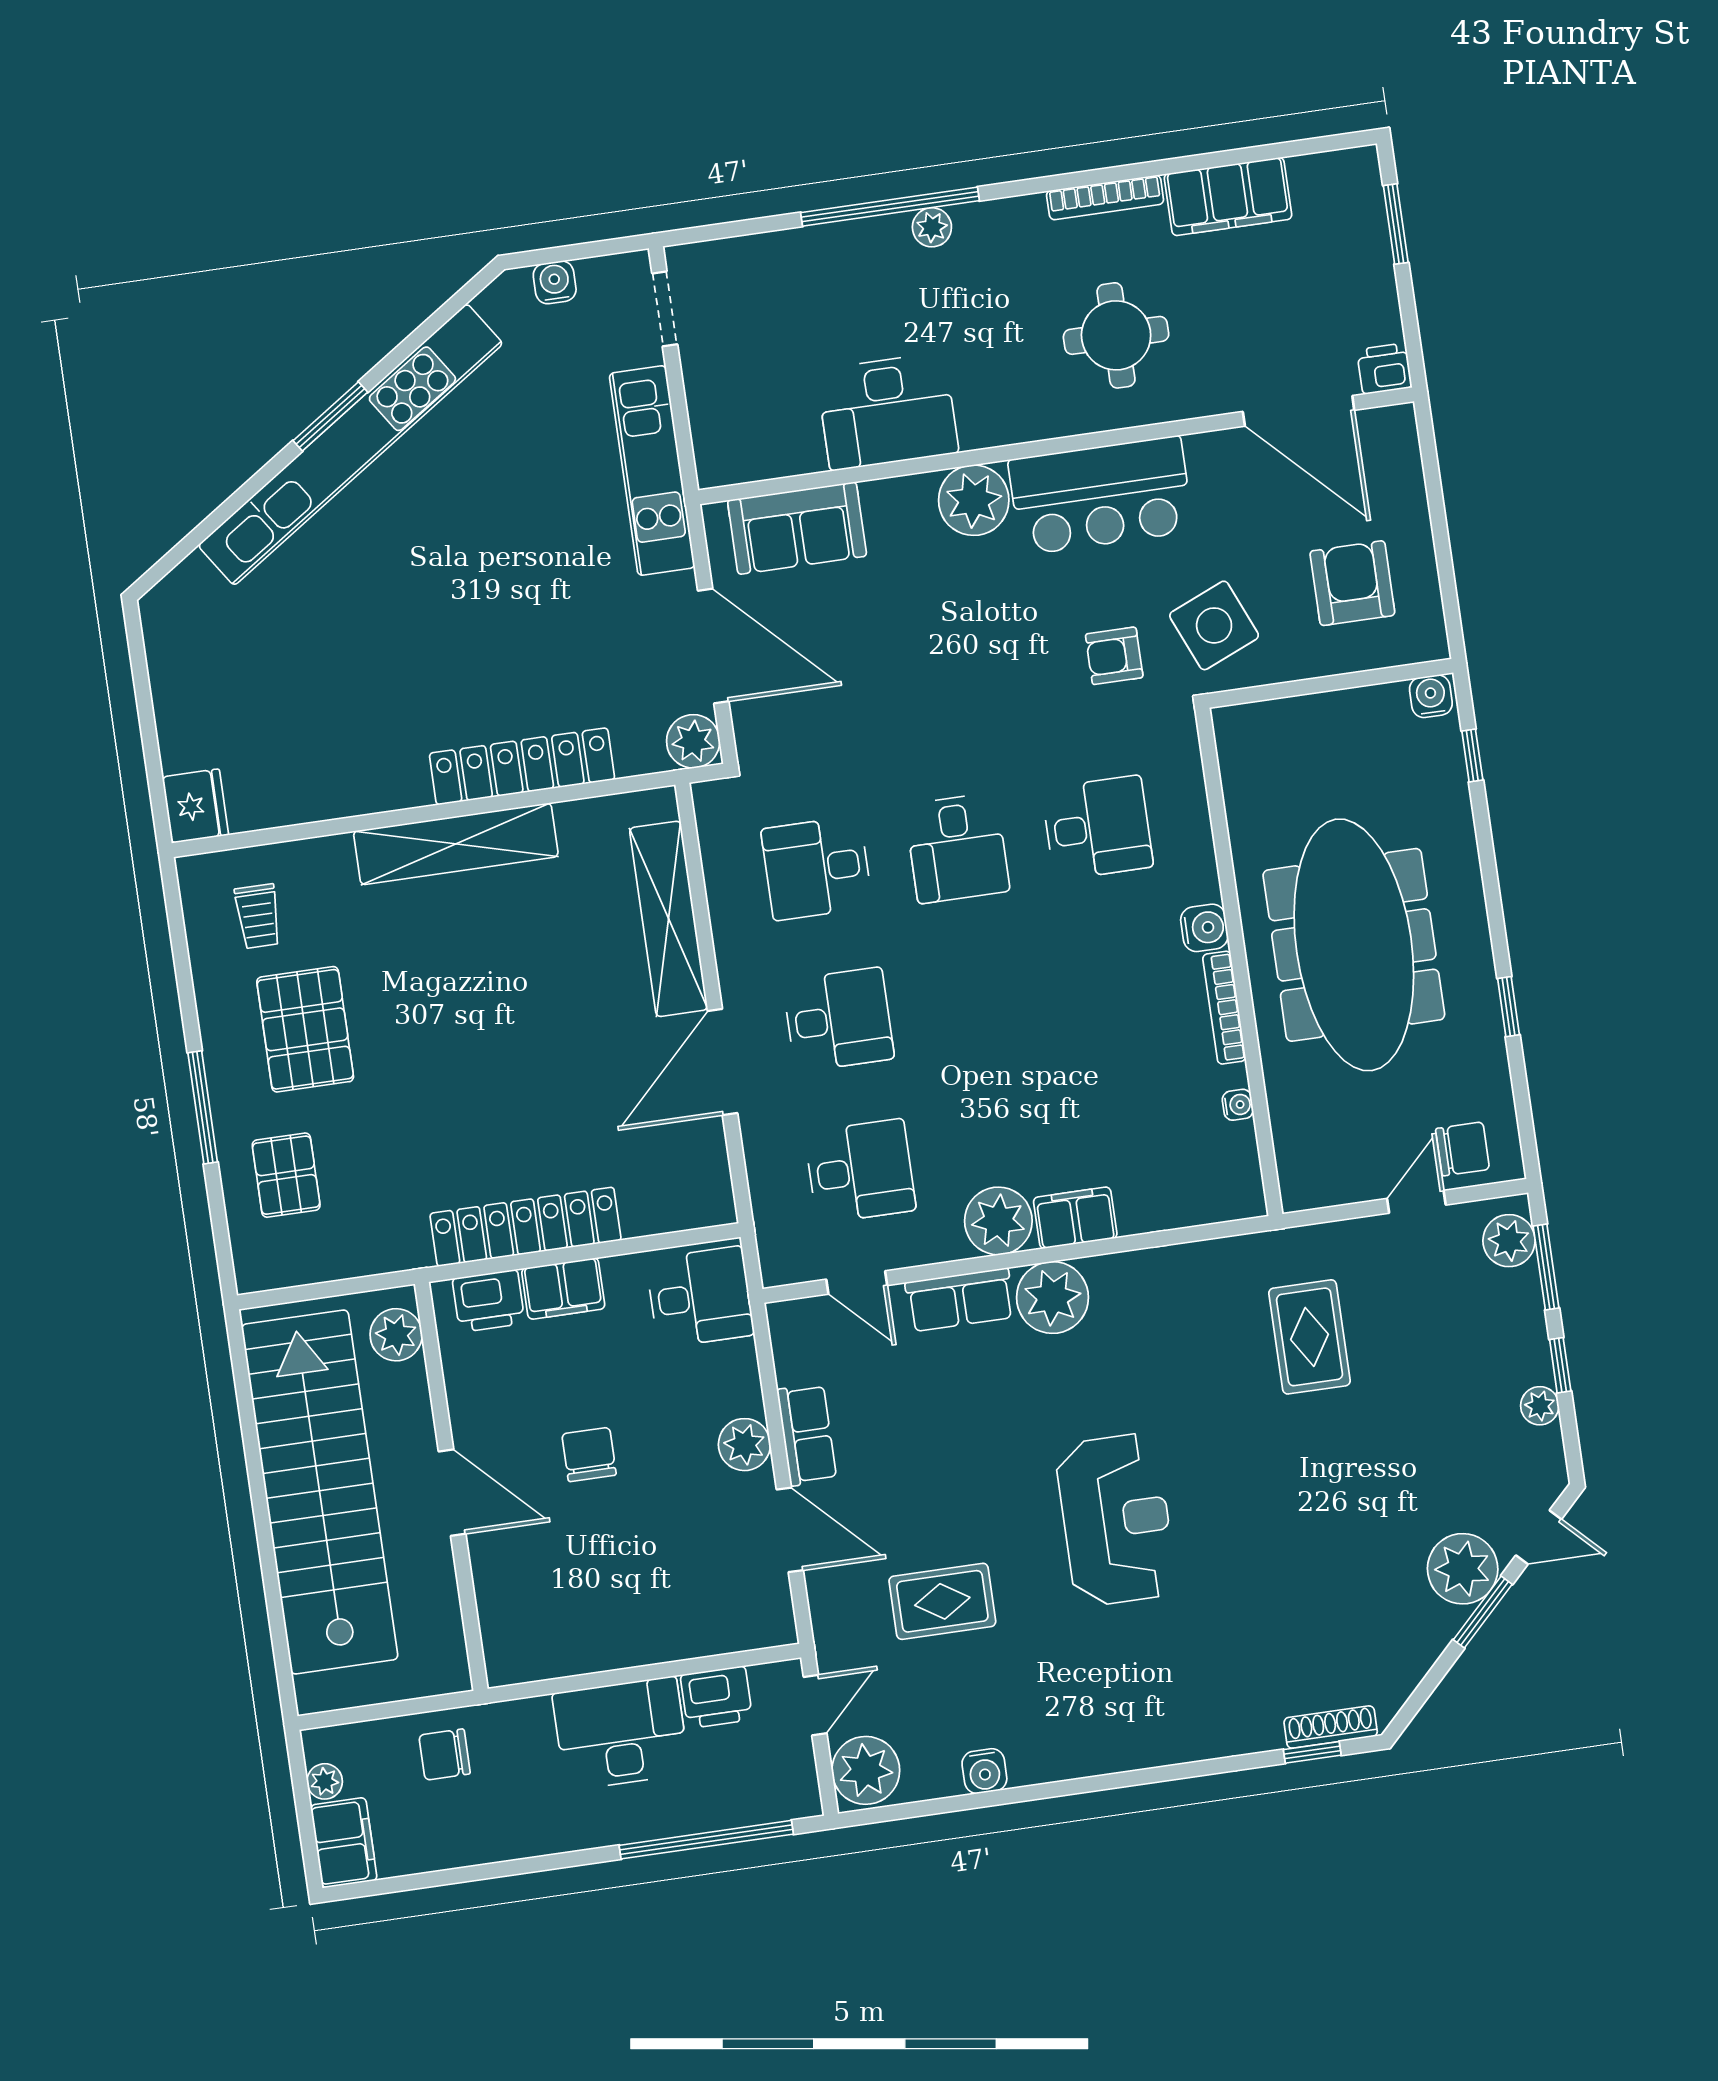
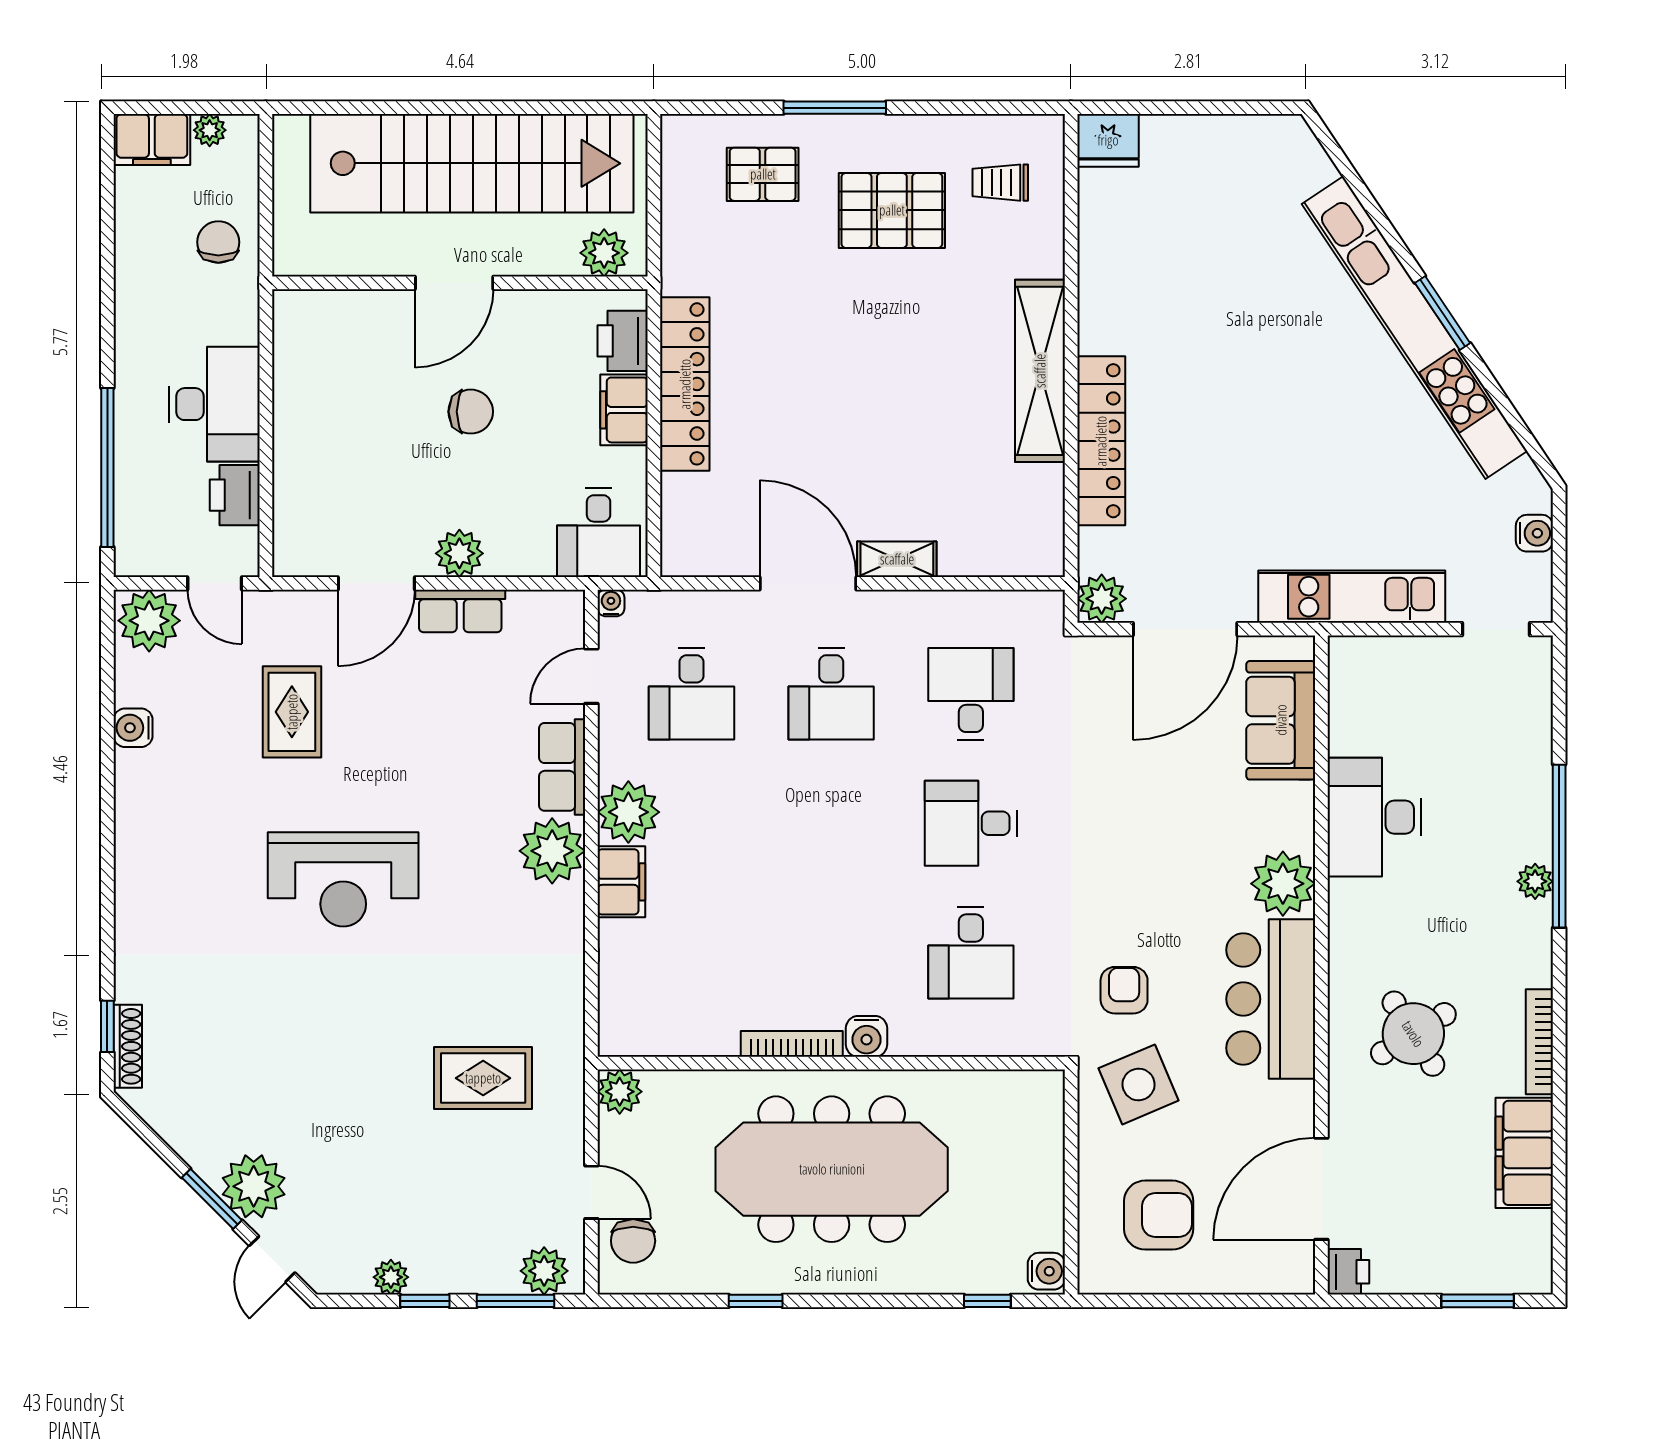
round table: (1116, 335) -> (1413, 1034), turned -32
shelving: (669, 919) -> (897, 559), width x0.45, depth x0.75
water cooler: (1238, 1105) -> (611, 603), moved, turned 180
plant: (1303, 1187) -> (620, 1092), added

